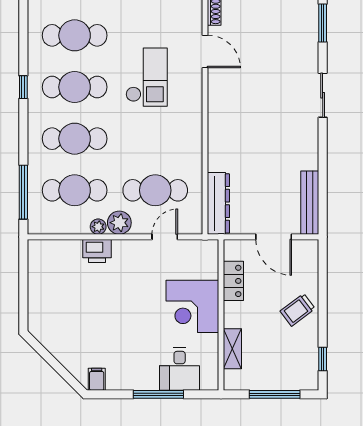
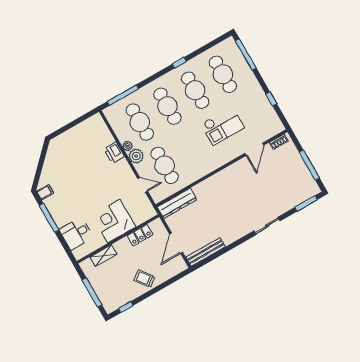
window: (158, 394) -> (49, 218), moved

